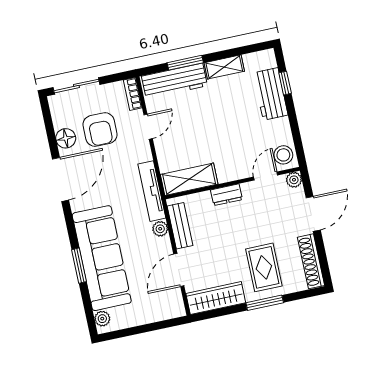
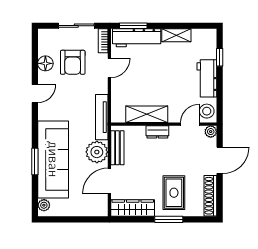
window: (185, 63) -> (133, 26), moved
sliding door: (76, 86) -> (76, 26), moved
workbench: (271, 94) -> (207, 78), moved
shelving: (189, 179) -> (147, 114), moved
door: (61, 180) -> (35, 94), width x0.53
plant: (160, 229) -> (97, 152), width x1.88, depth x1.88

